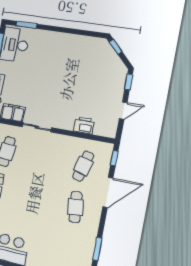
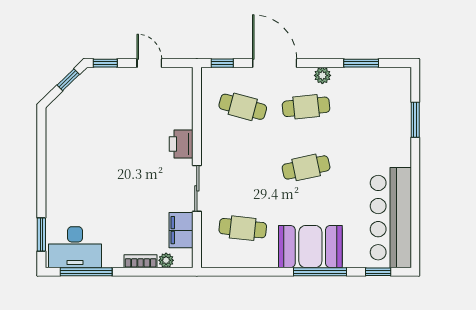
window: (116, 47) -> (68, 80), moved
printer: (84, 125) -> (181, 144), moved
cafe table: (37, 199) -> (306, 167), added
plant: (94, 222) -> (322, 75), added

